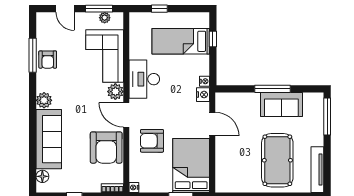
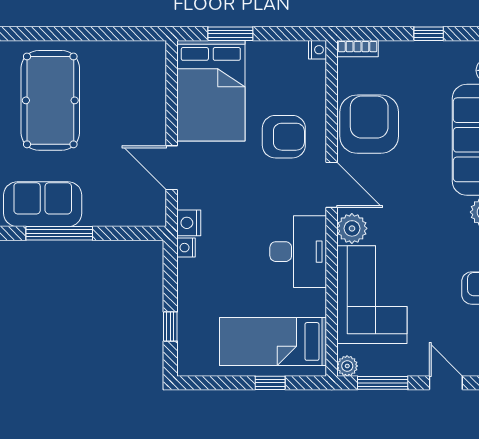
plant: (105, 18) -> (347, 366), moved
bed: (181, 41) -> (273, 341), moved, turned 180

